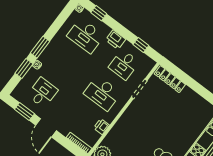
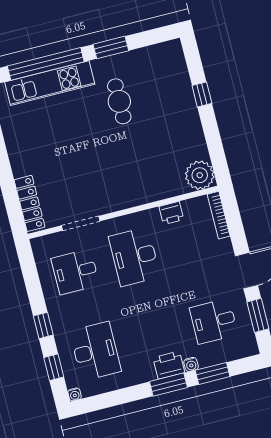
printer: (116, 40) -> (169, 365), moved, turned -90
window: (141, 45) -> (43, 325), moved
desk: (124, 65) -> (75, 272), turned 180
desk: (102, 93) -> (134, 257), turned 180

